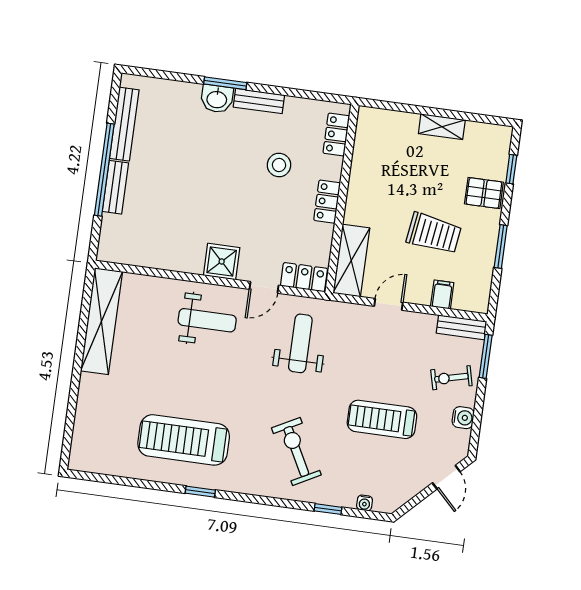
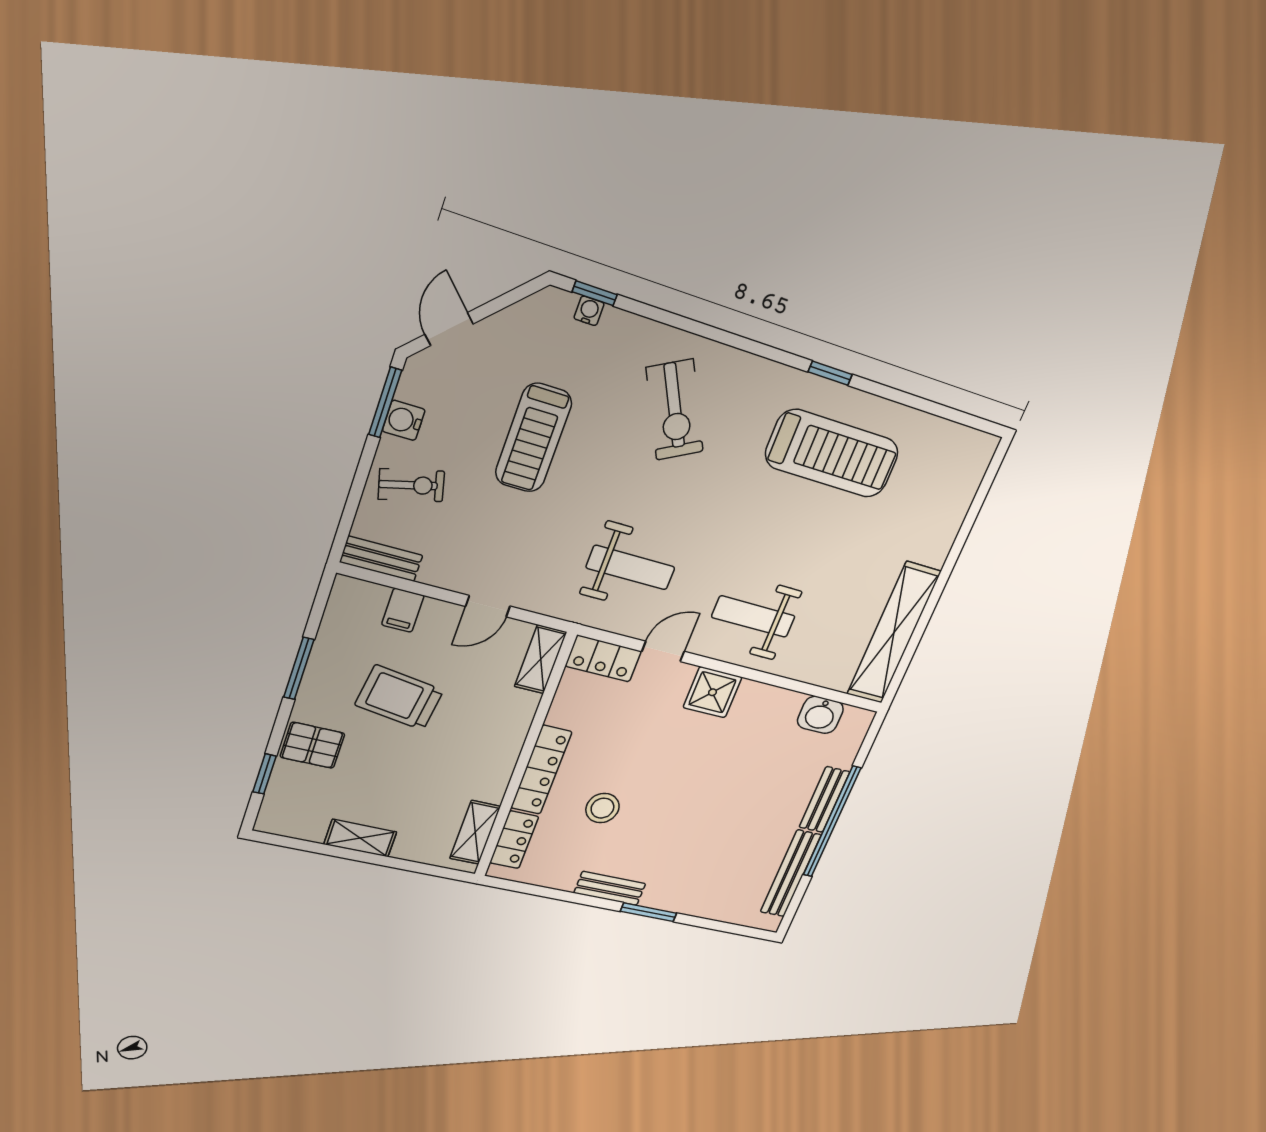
washbasin: (217, 99) -> (820, 715), moved, turned 180
shelving: (365, 138) -> (475, 832), added
locker: (327, 202) -> (541, 770), width x1.53
shelving: (351, 261) -> (541, 659), width x0.67, depth x0.75
weight bench: (300, 343) -> (631, 568), turned -90
window: (486, 356) -> (385, 402), moved
treadmill: (382, 419) -> (533, 438), turned 90
window: (328, 509) -> (595, 293), moved

